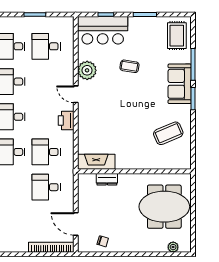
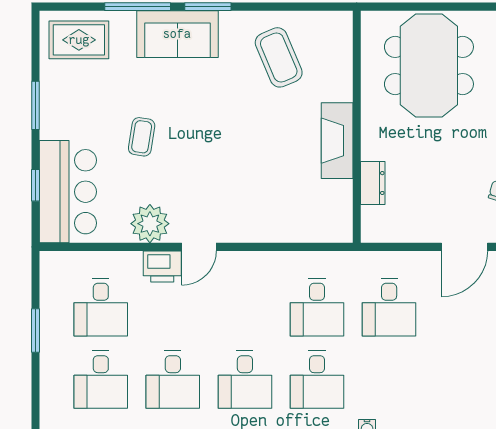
printer: (66, 121) -> (162, 266), moved
fireplace: (96, 162) -> (337, 141), moved

